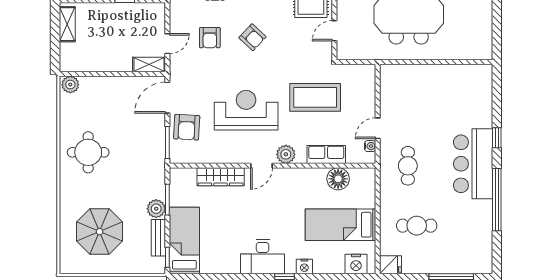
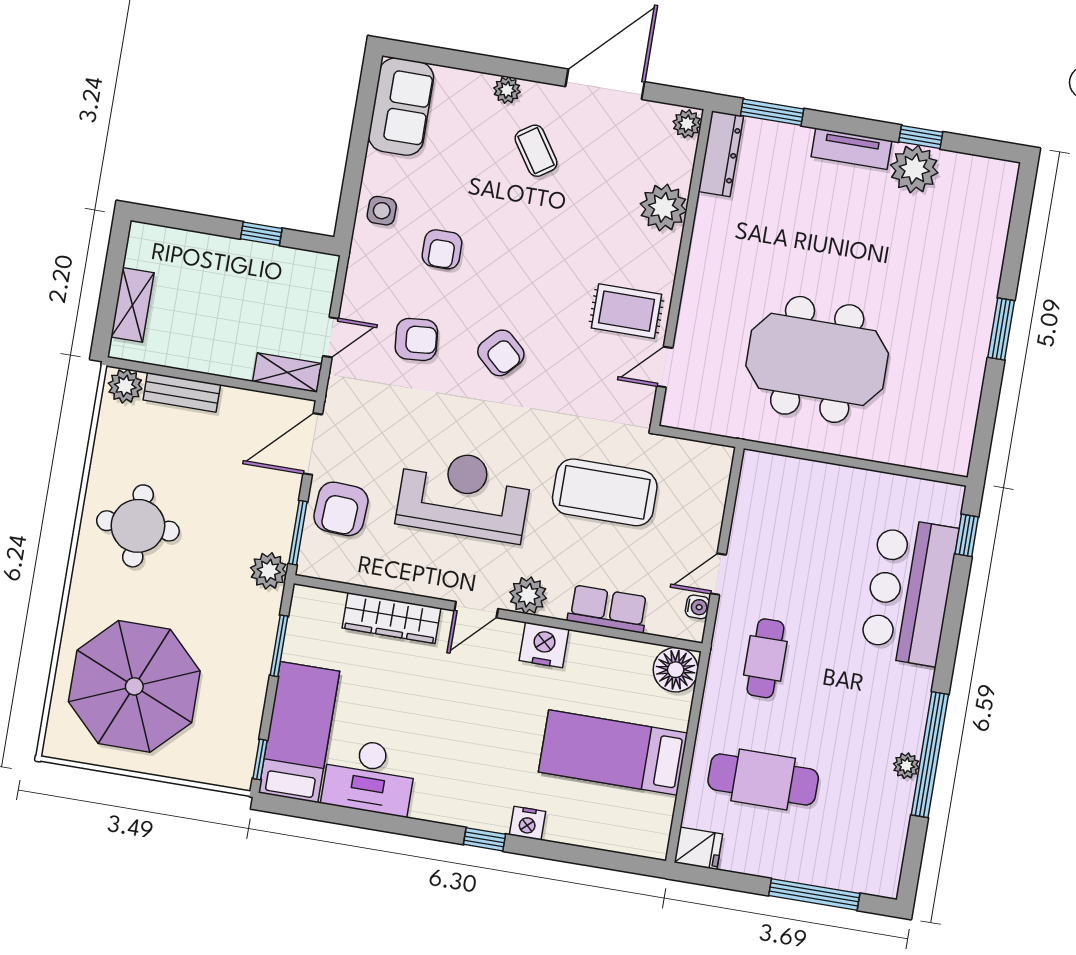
shelving: (67, 24) -> (132, 305), moved
armchair: (210, 38) -> (416, 339), turned -95
window: (497, 138) -> (967, 535), moved
bar counter: (473, 164) -> (909, 591), moved
floor lamp: (338, 179) -> (676, 670), moved
plant: (486, 207) -> (906, 766), added
plant: (156, 209) -> (269, 571), moved
cafe table: (417, 226) -> (763, 780), width x1.37, depth x1.35
parasol: (100, 232) -> (134, 686), width x1.36, depth x1.36
bench: (158, 238) -> (182, 392), moved, turned 90
desk: (263, 257) -> (369, 777), moved
nightstand: (356, 264) -> (544, 645), moved, turned 180

